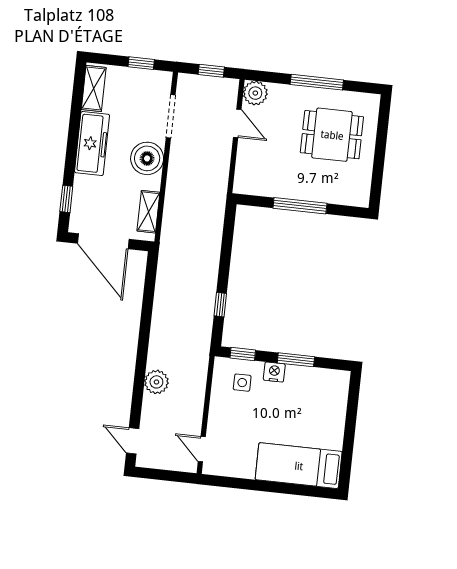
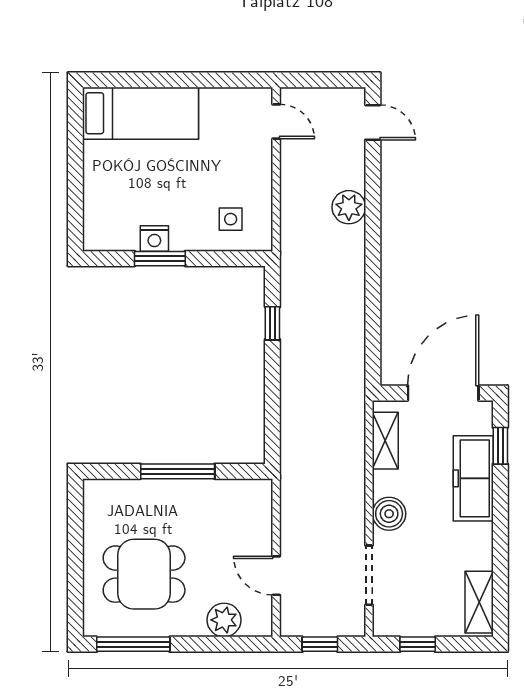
window: (317, 82) -> (133, 644), moved
plant: (255, 93) -> (224, 620), moved
freezer: (92, 144) -> (473, 478), moved
boiler: (147, 158) -> (389, 514), width x0.73, depth x0.73
door: (103, 241) -> (443, 393), hinge flipped
window: (243, 354) -> (234, 259), removed
nightstand: (274, 372) -> (154, 238), moved

